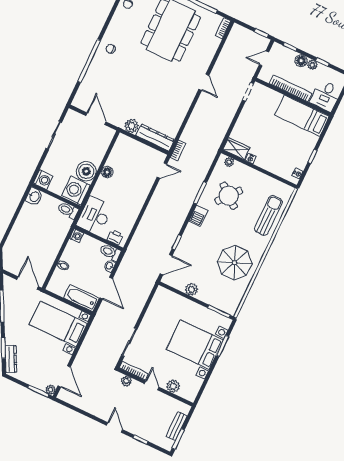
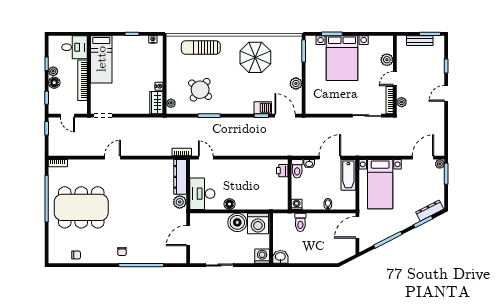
toilet: (68, 210) -> (300, 222), moved
desk: (95, 216) -> (202, 194), moved, turned 90
barbecue: (198, 216) -> (263, 108), moved

